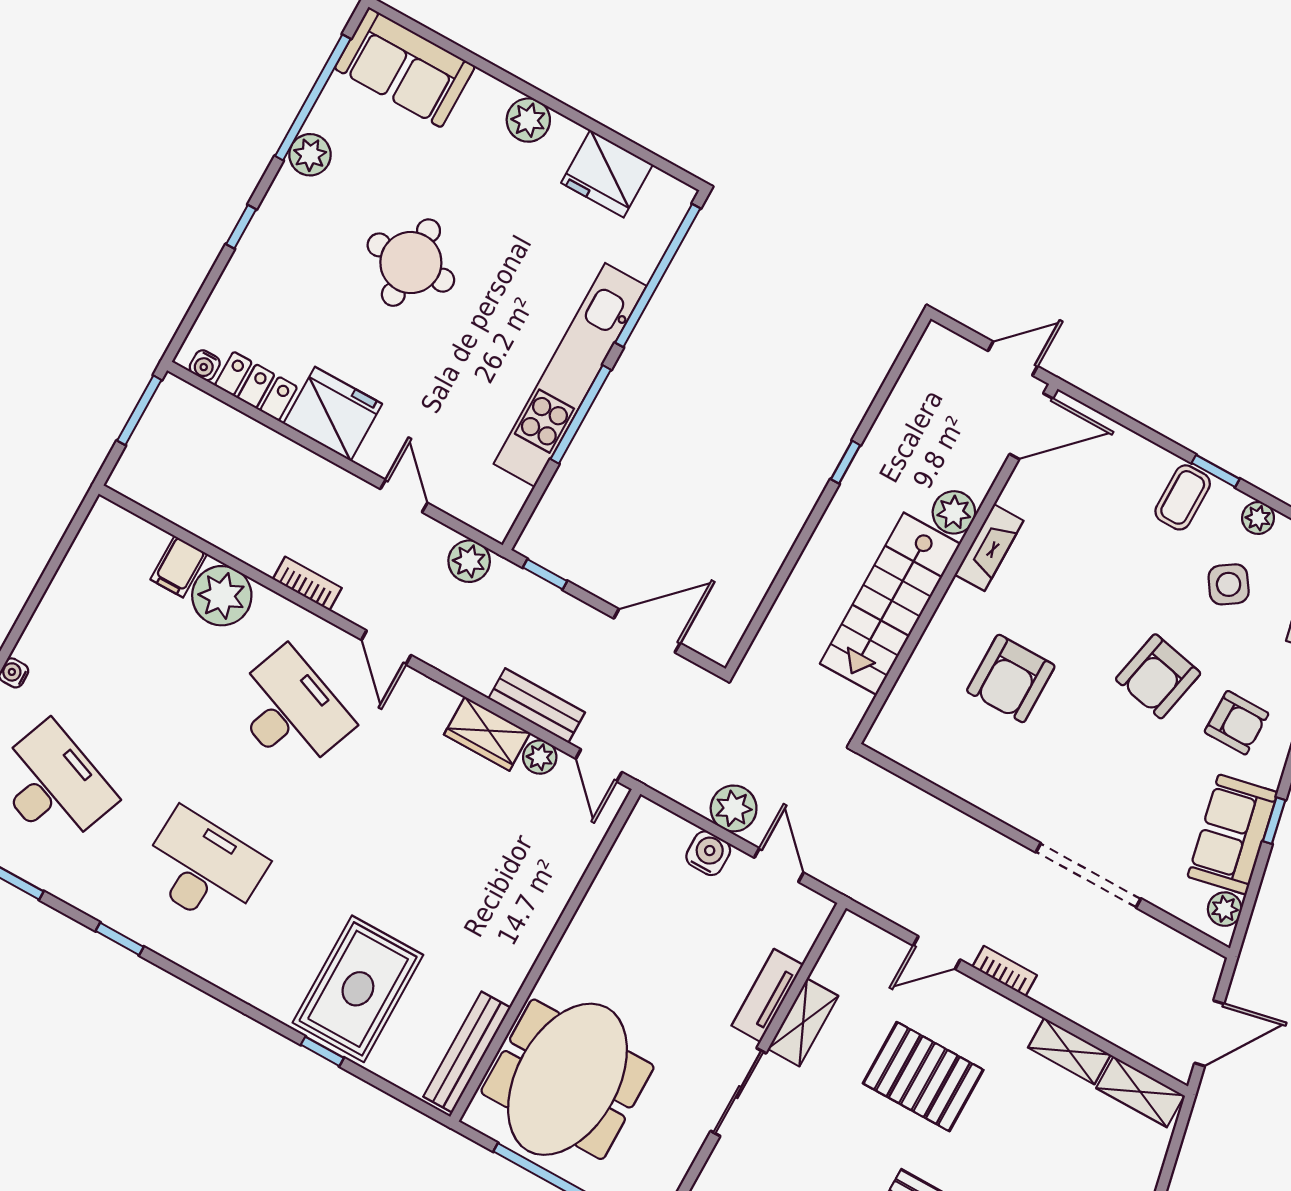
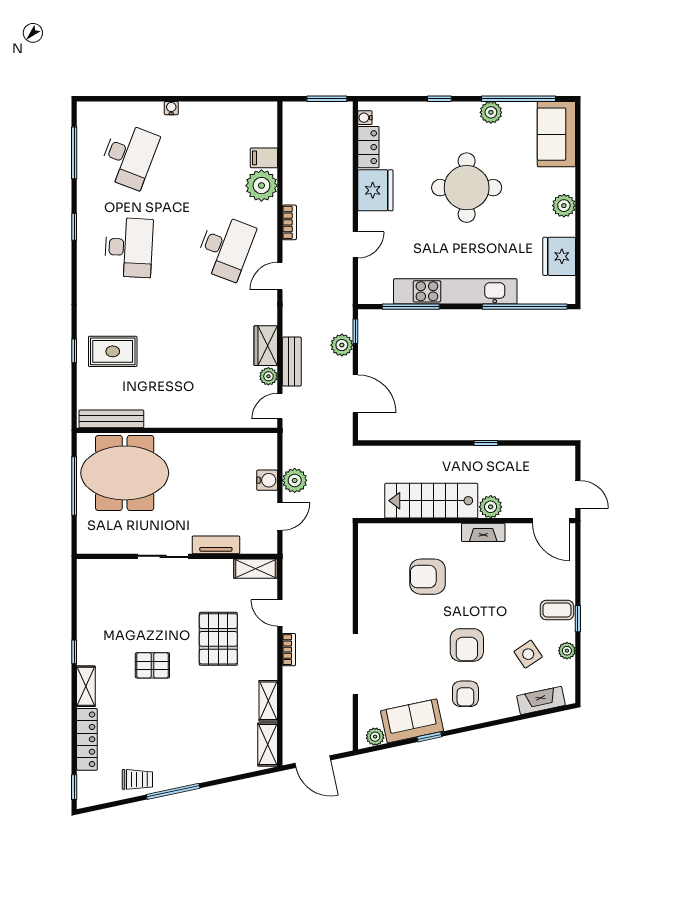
round table: (411, 263) -> (467, 188), width x1.36, depth x1.36
window: (581, 414) -> (411, 307), moved
plant: (469, 561) -> (342, 345), moved
armchair: (1158, 676) -> (467, 645), turned -102
rug: (358, 989) -> (113, 351), width x0.73, depth x0.70
shelving: (803, 1022) -> (255, 569), moved

